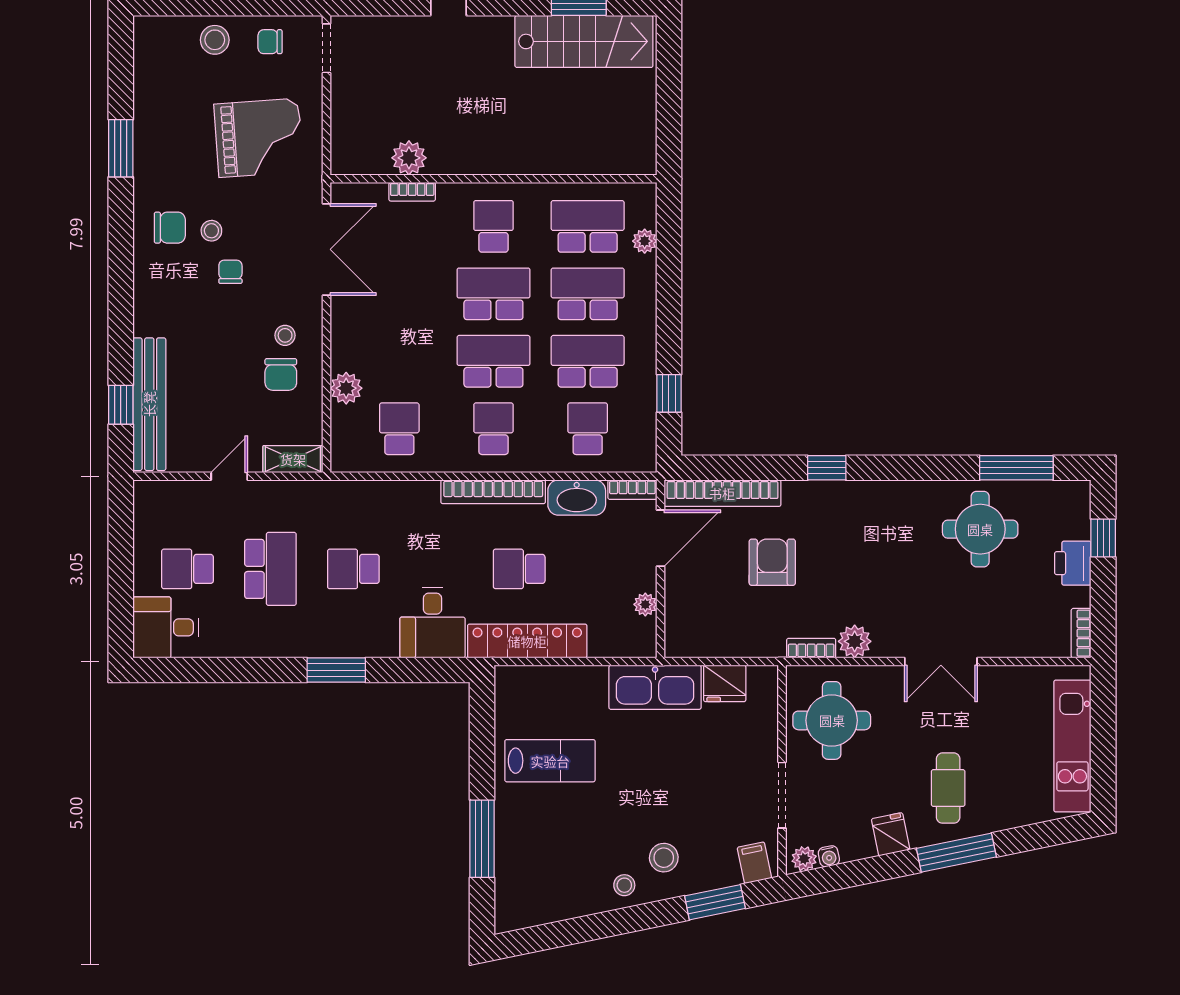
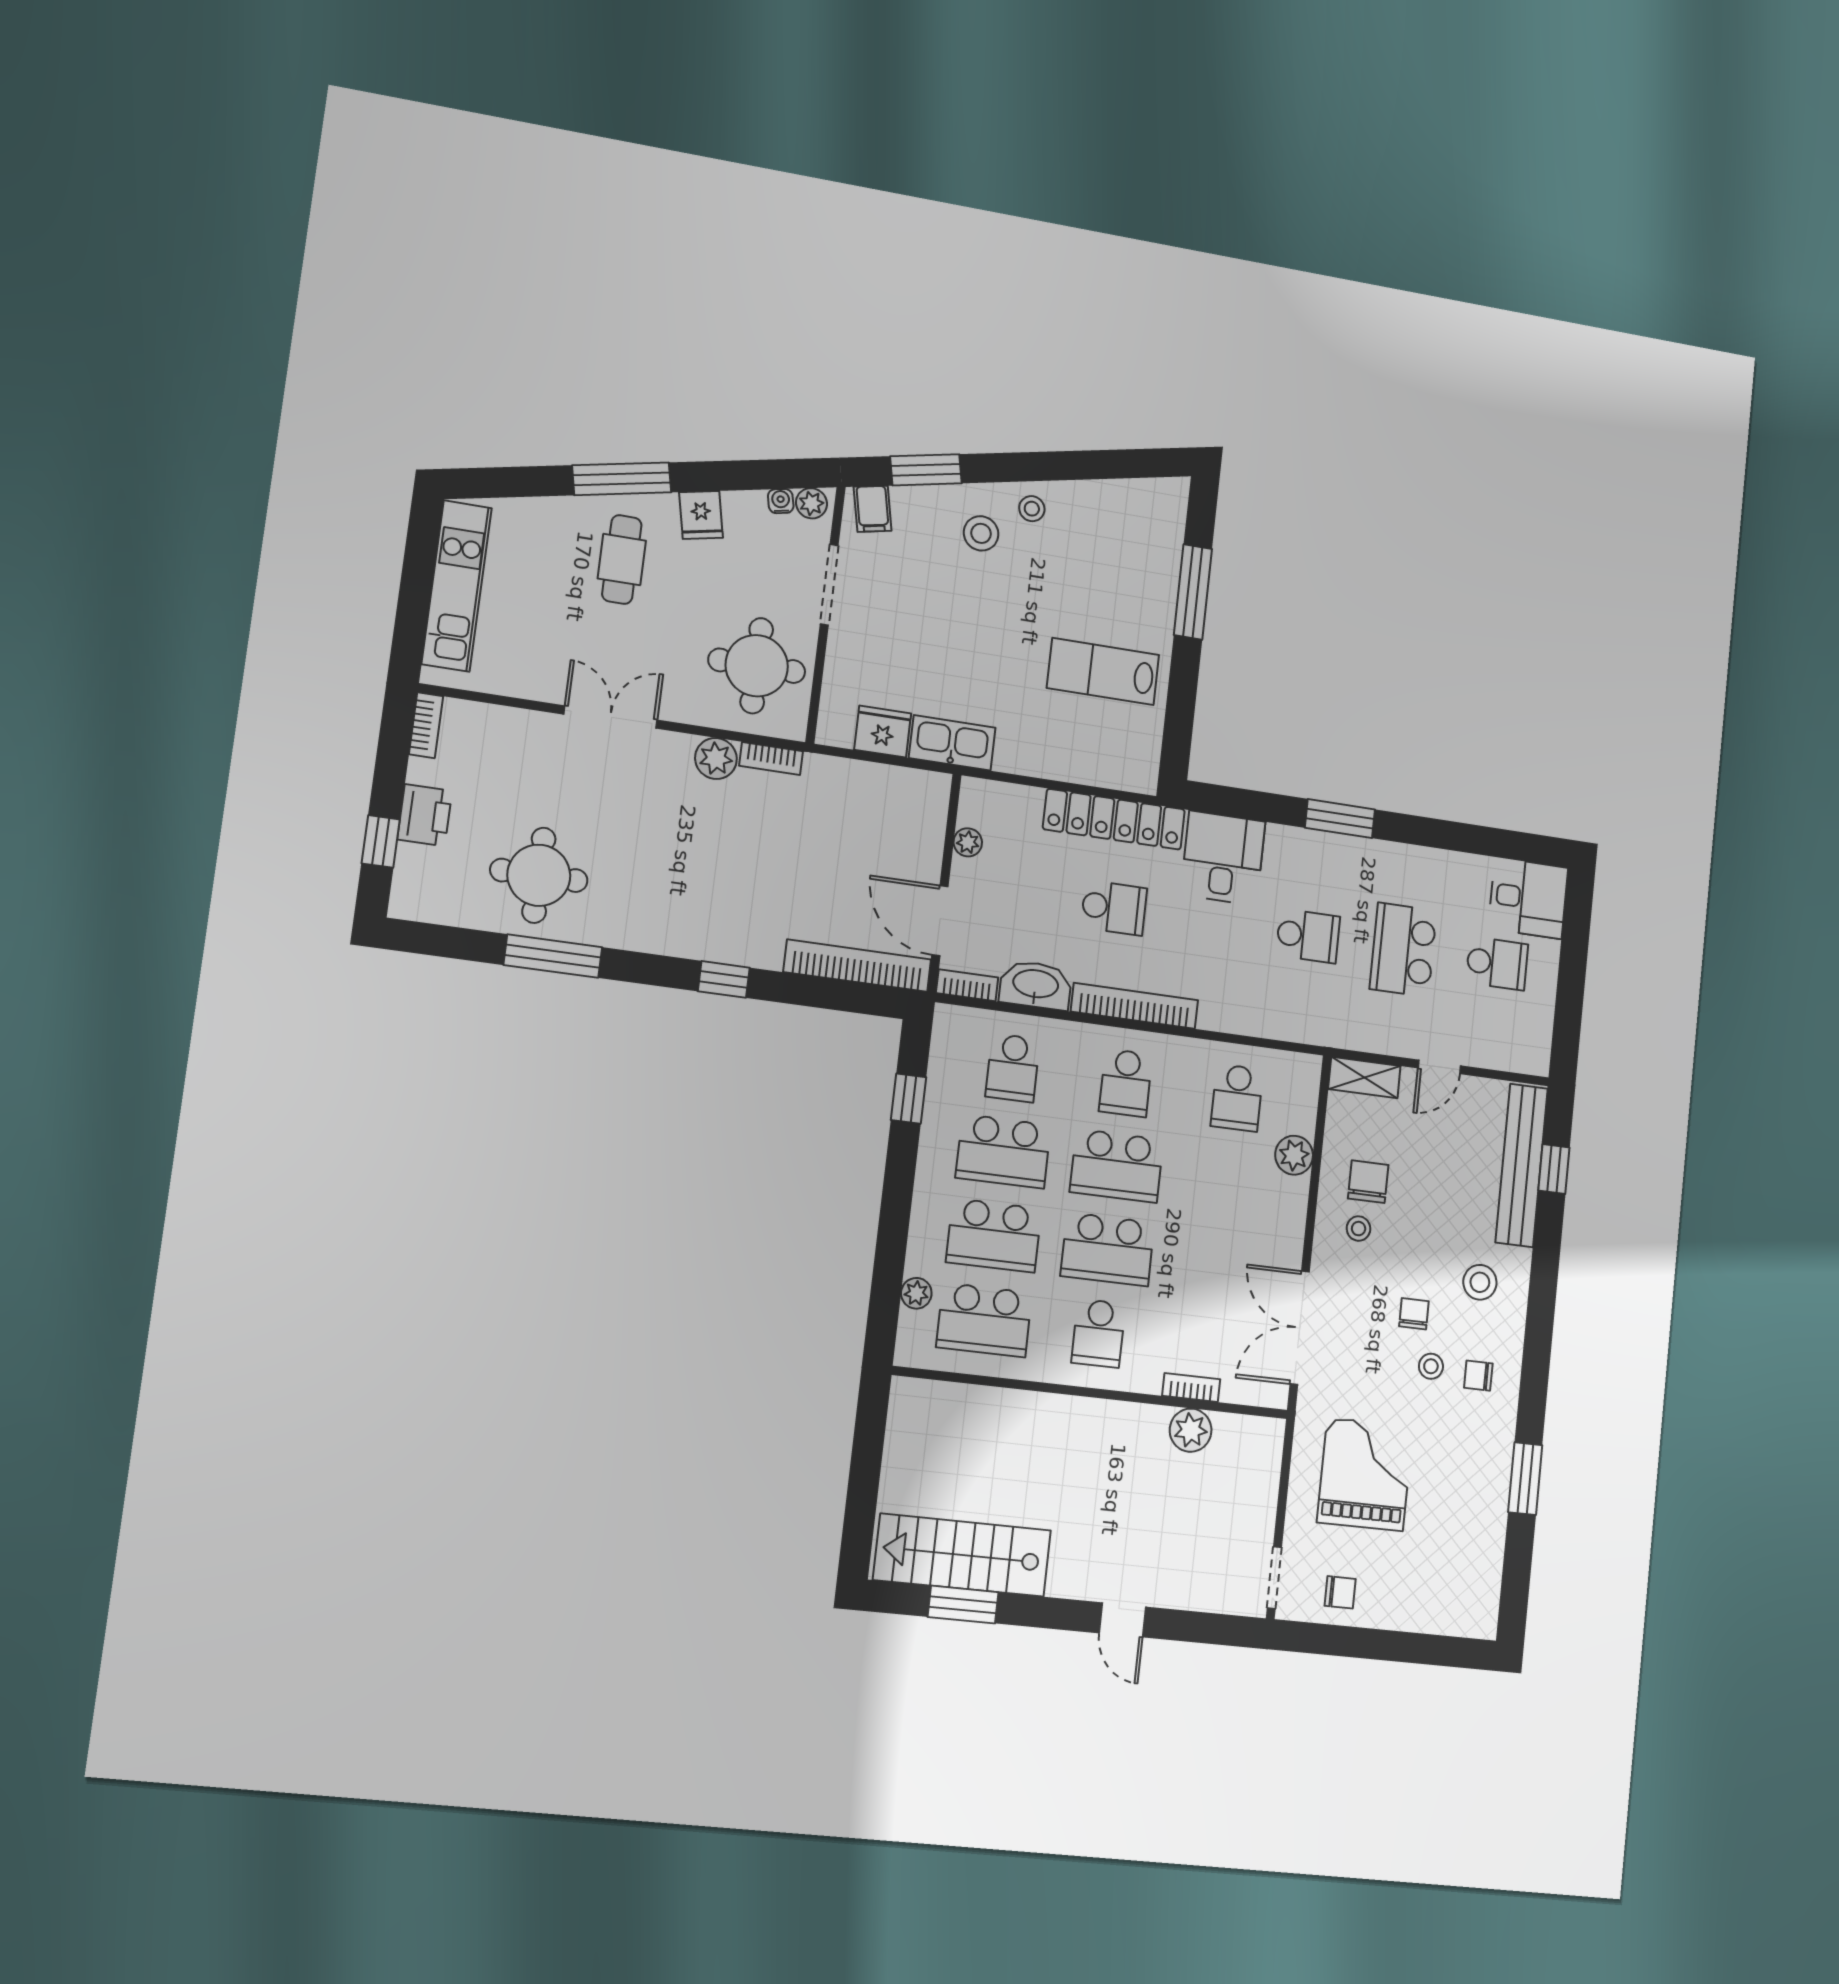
stool: (215, 40) -> (1480, 1282), moved
grand piano: (259, 138) -> (1365, 1474), turned 94
chair: (170, 228) -> (1478, 1376), width x0.73, depth x0.73
chair: (230, 272) -> (1414, 1314), turned 180
window: (1016, 468) -> (553, 956), moved
door: (660, 538) -> (940, 921), hinge flipped
armchair: (772, 562) -> (806, 872), removed
kitchen sink: (655, 687) -> (952, 743), width x0.73, depth x0.81

